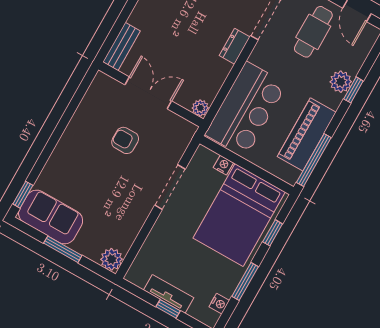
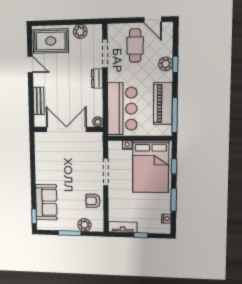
bench: (121, 47) -> (39, 101), moved
double door: (148, 93) -> (66, 129), width x1.37
armchair: (125, 140) -> (93, 201), moved
sofa: (51, 217) -> (46, 202), moved, turned 90
plant: (112, 259) -> (84, 225), moved
tv unit: (169, 294) -> (123, 227), moved

